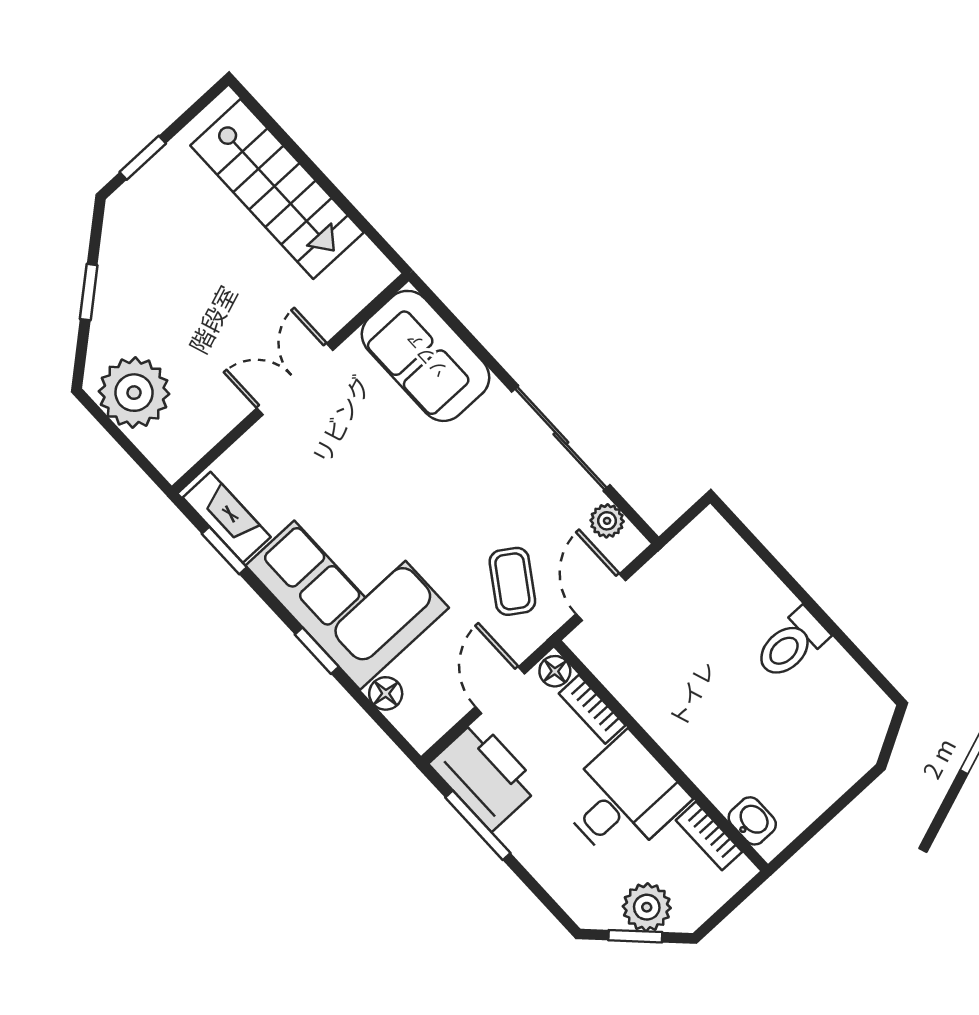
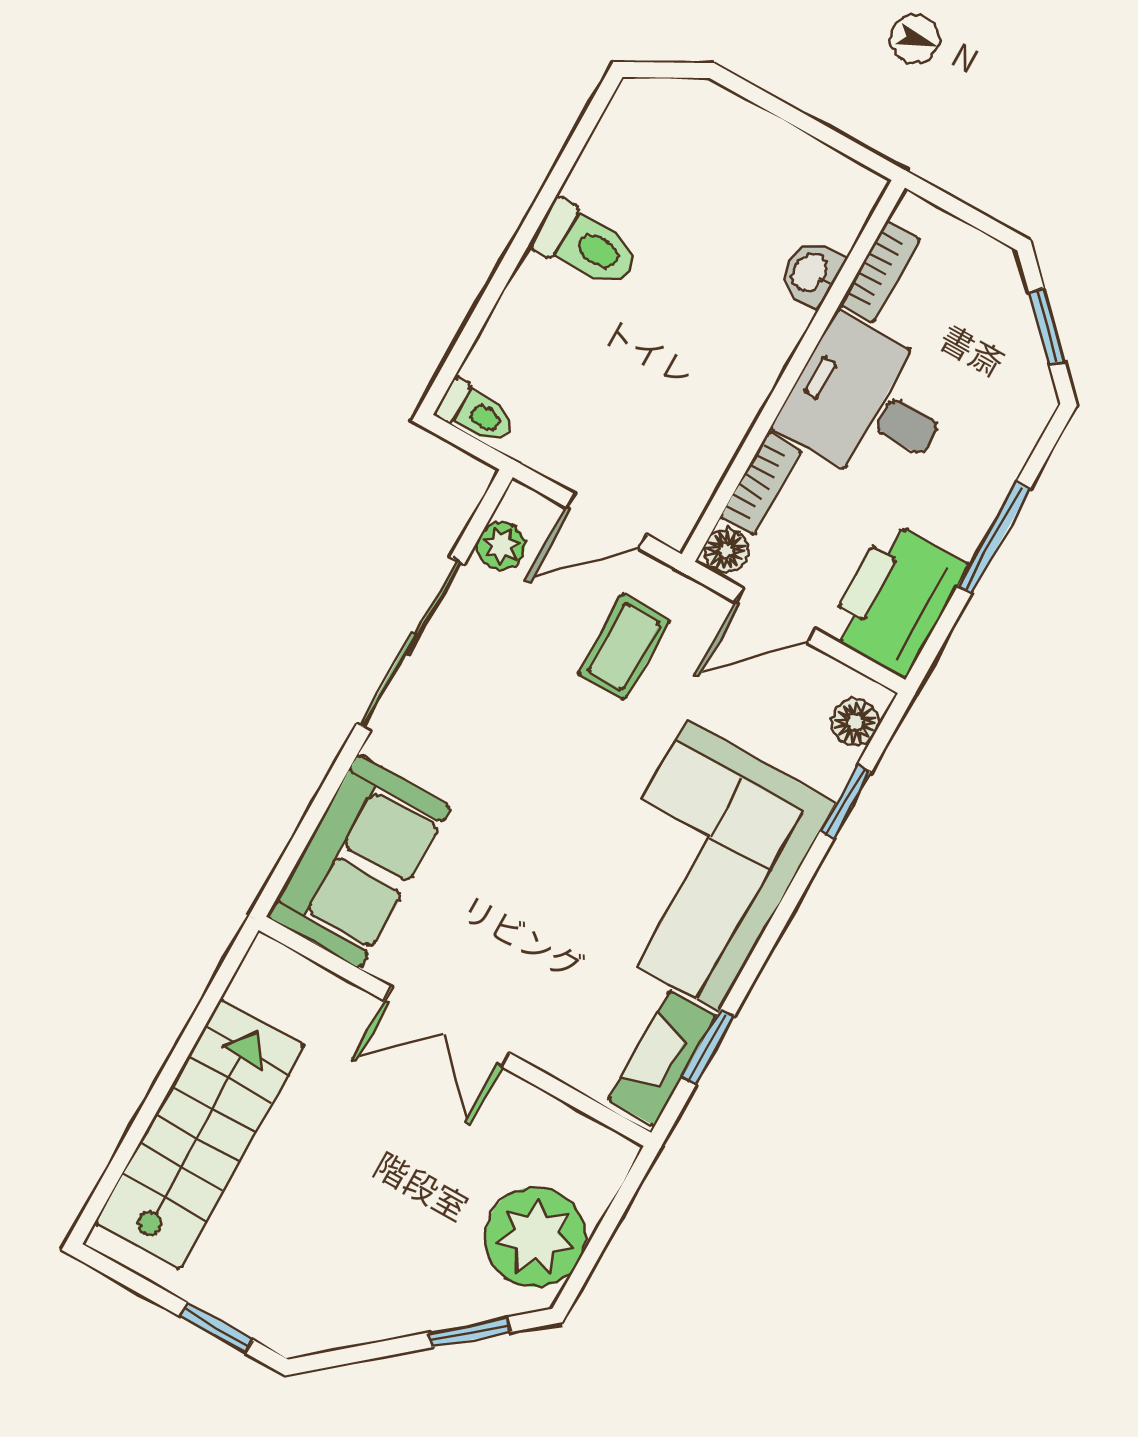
window: (89, 292) -> (470, 1332), moved
toilet: (702, 533) -> (476, 413), added
coffee table: (512, 581) -> (624, 647), turned -34
window: (317, 651) -> (846, 802), moved
floor lamp: (386, 693) -> (855, 722), moved
washbasin: (752, 821) -> (811, 273), moved
window: (478, 825) -> (994, 537), moved
plant: (647, 907) -> (1003, 324), removed

